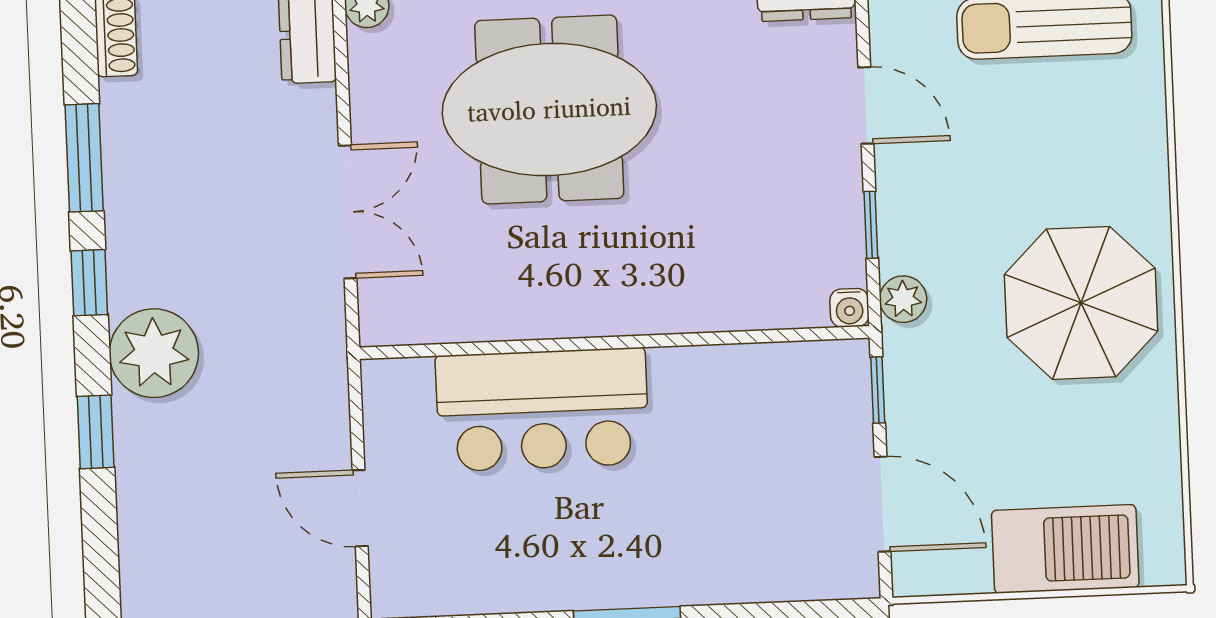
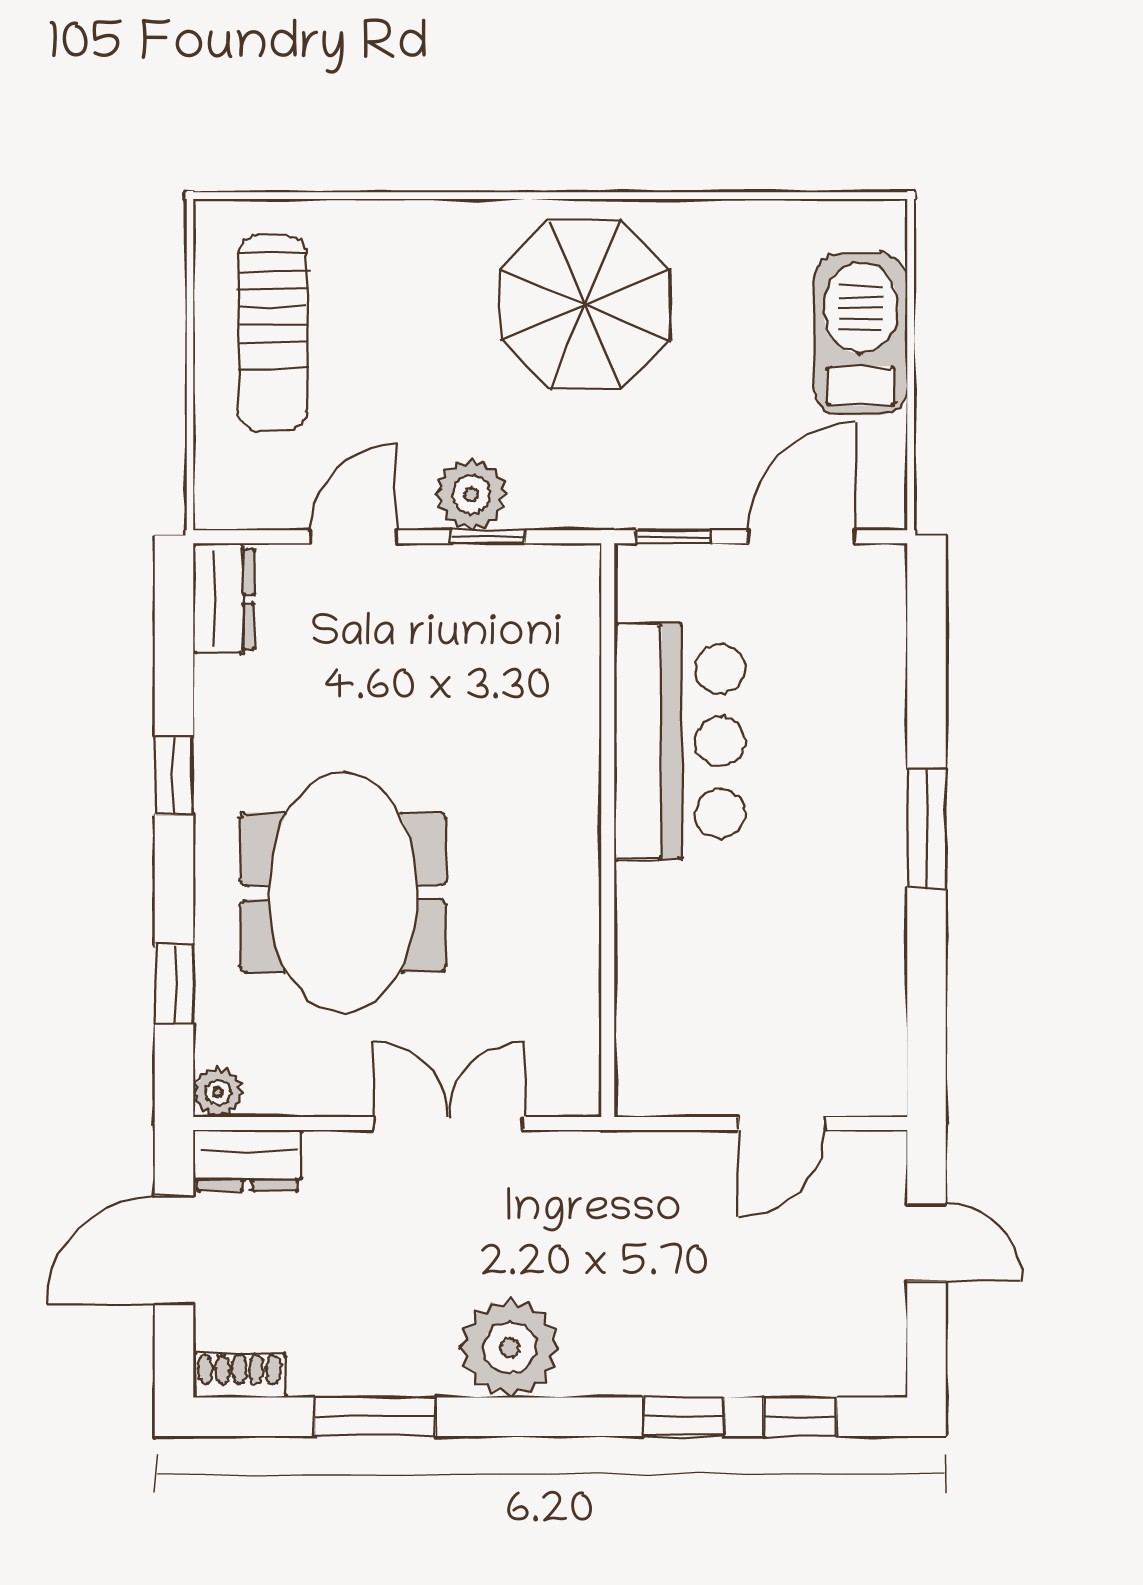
window: (89, 283) -> (800, 1417), moved
plant: (903, 299) -> (471, 494), moved, width x1.38, depth x1.38
water cooler: (849, 308) -> (580, 565), removed
plant: (154, 353) -> (510, 1348), moved
bar counter: (542, 410) -> (680, 741), moved

